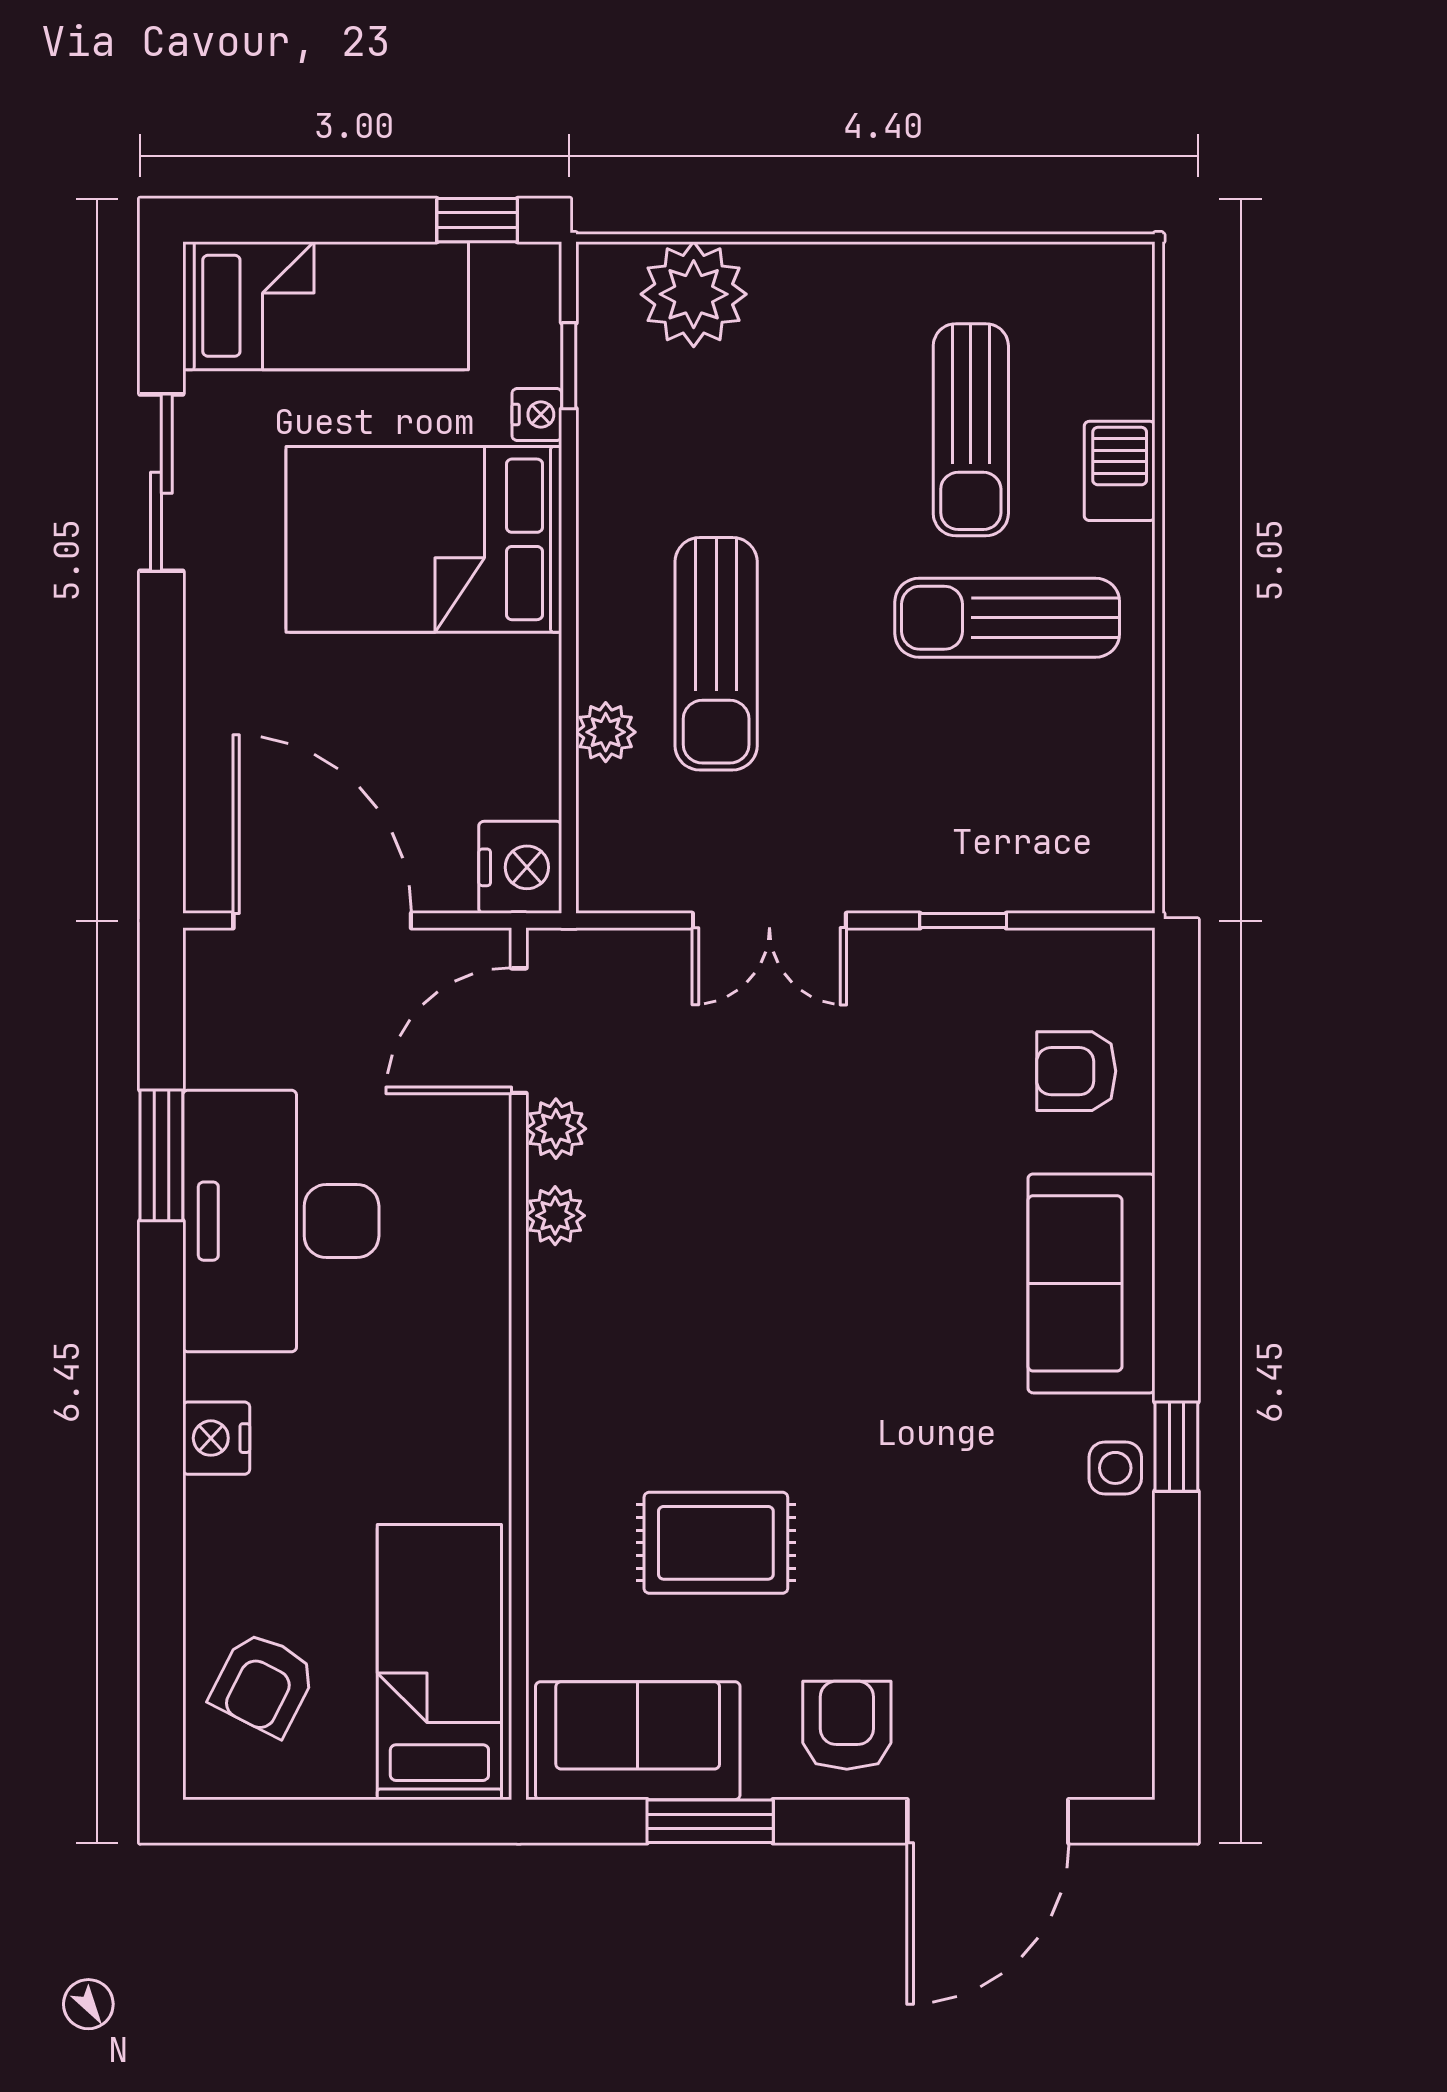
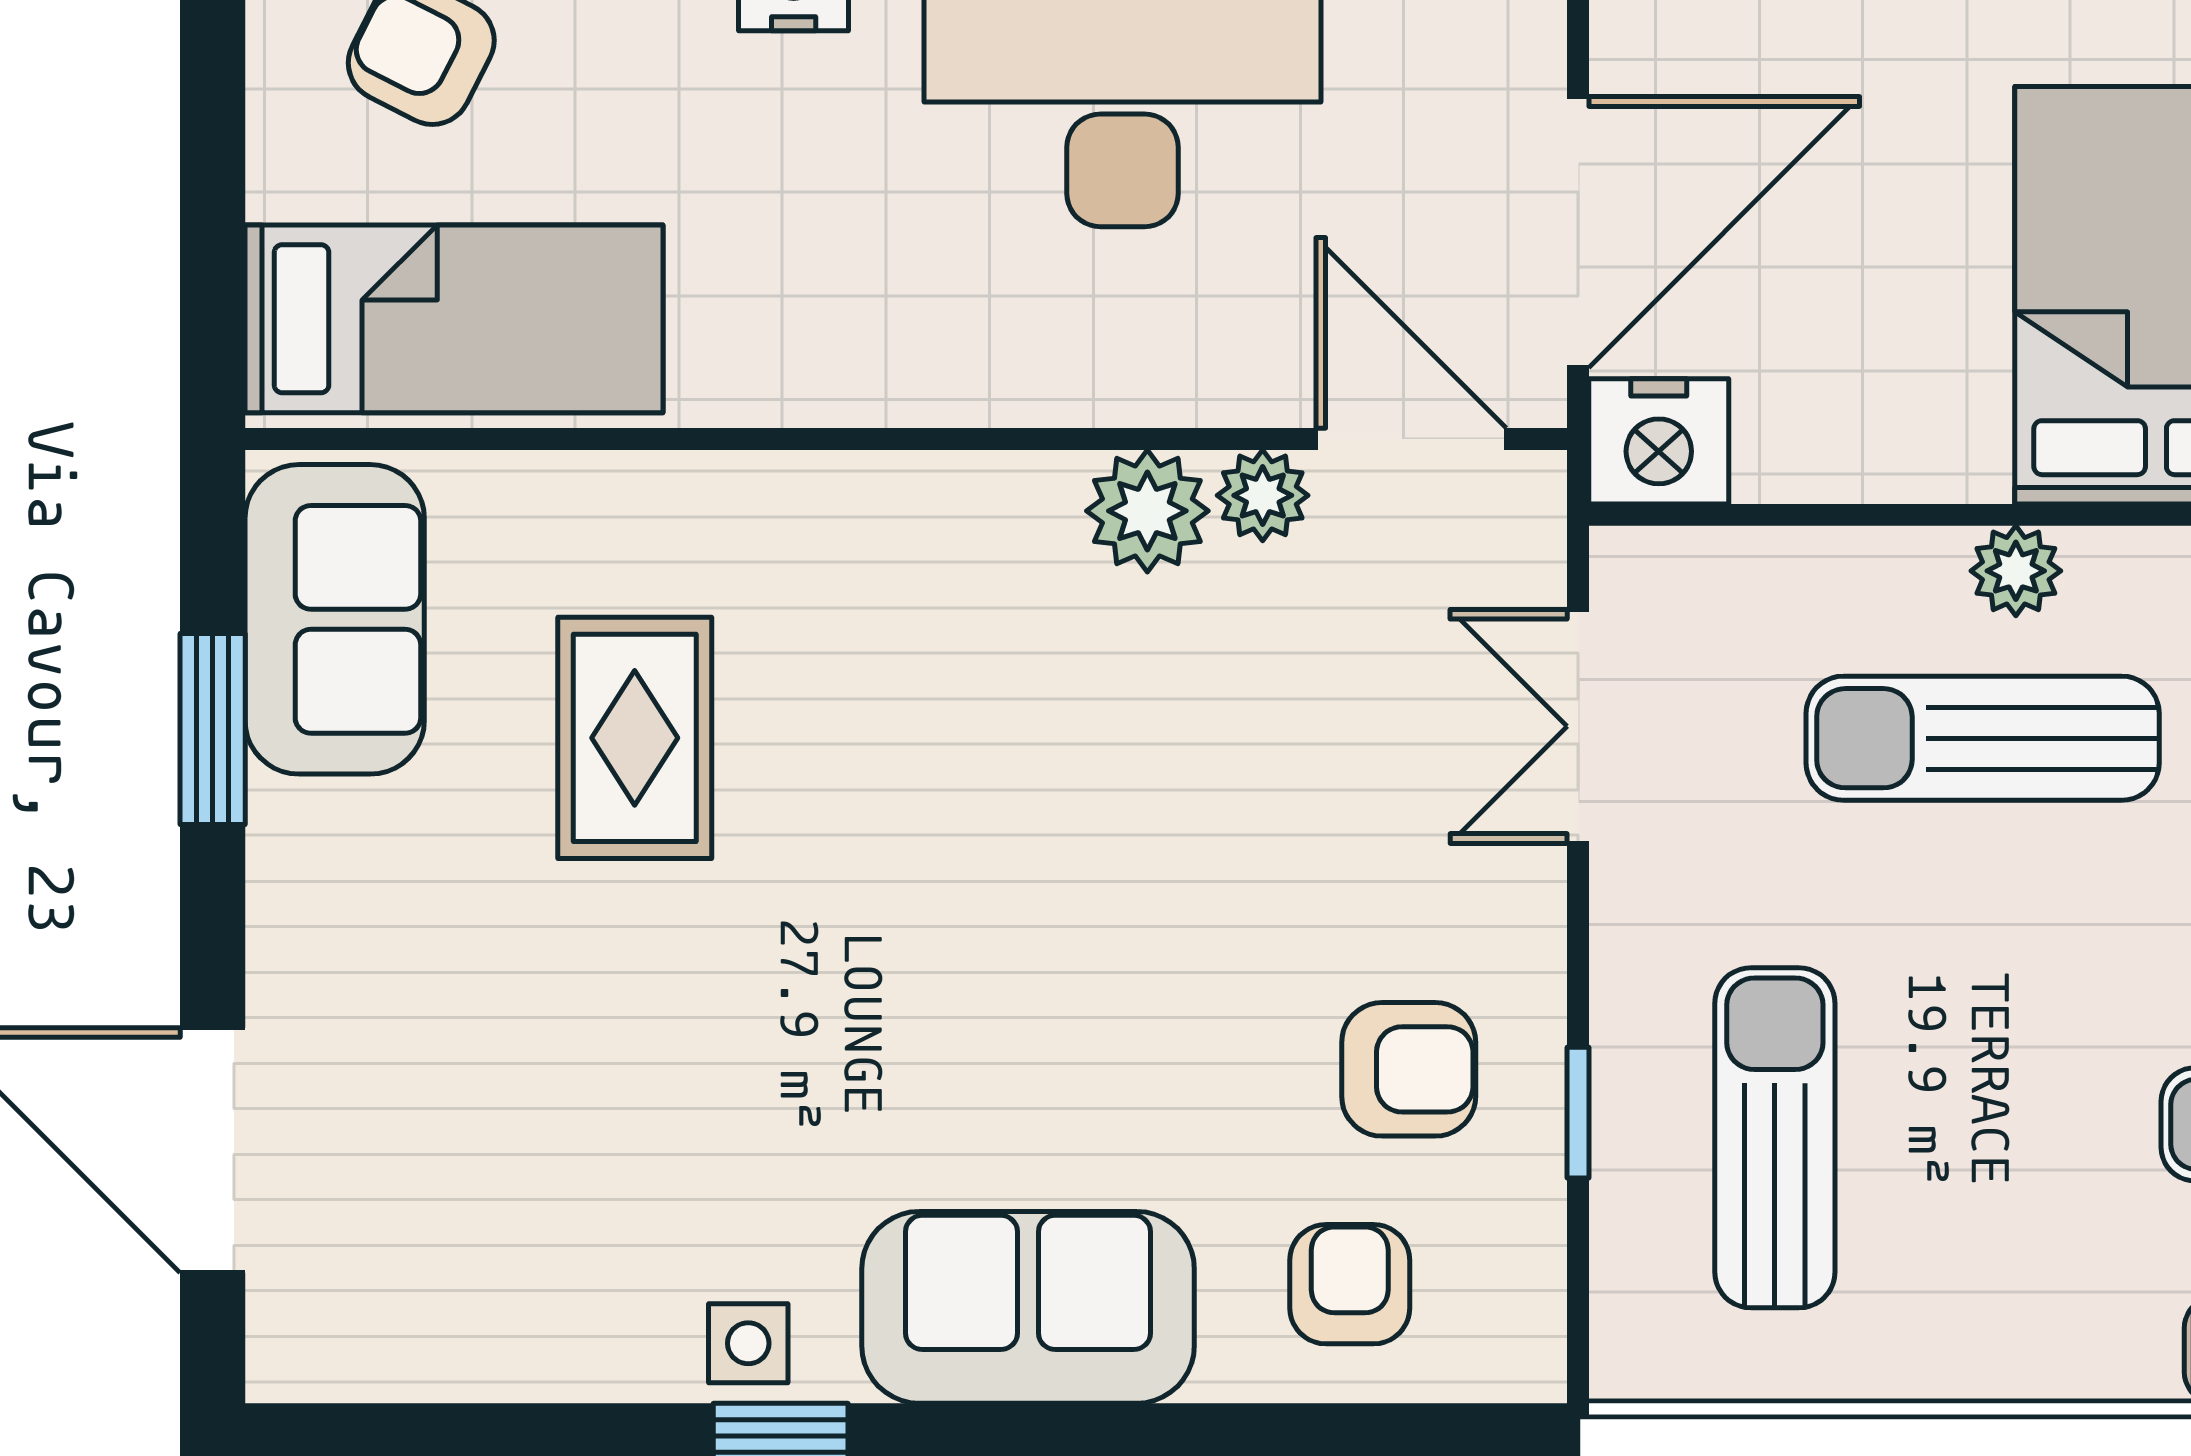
sun lounger: (1007, 618) -> (1775, 1138), moved
plant: (606, 732) -> (2016, 571), moved
door: (322, 921) -> (1578, 232), moved
double door: (769, 921) -> (1578, 726), moved
plant: (555, 1216) -> (1147, 511), width x1.38, depth x1.38
armchair: (847, 1725) -> (1409, 1069), moved

